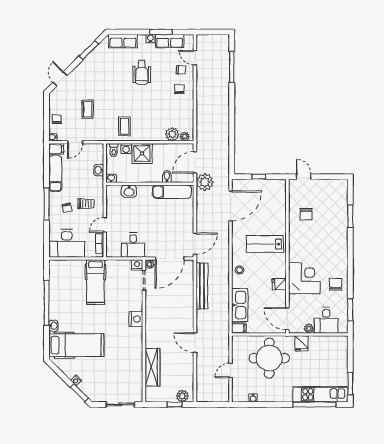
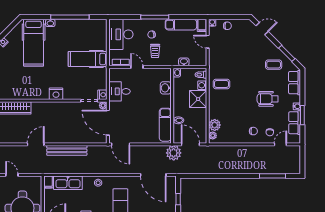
coffee table: (88, 109) -> (274, 65), moved
bench: (202, 286) -> (67, 150), moved

